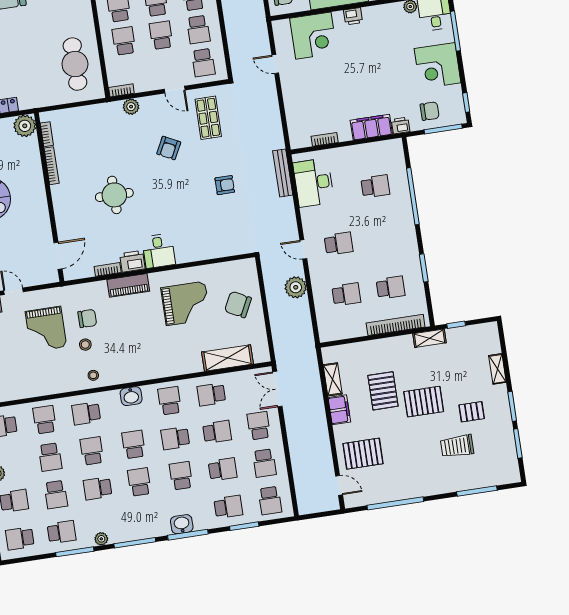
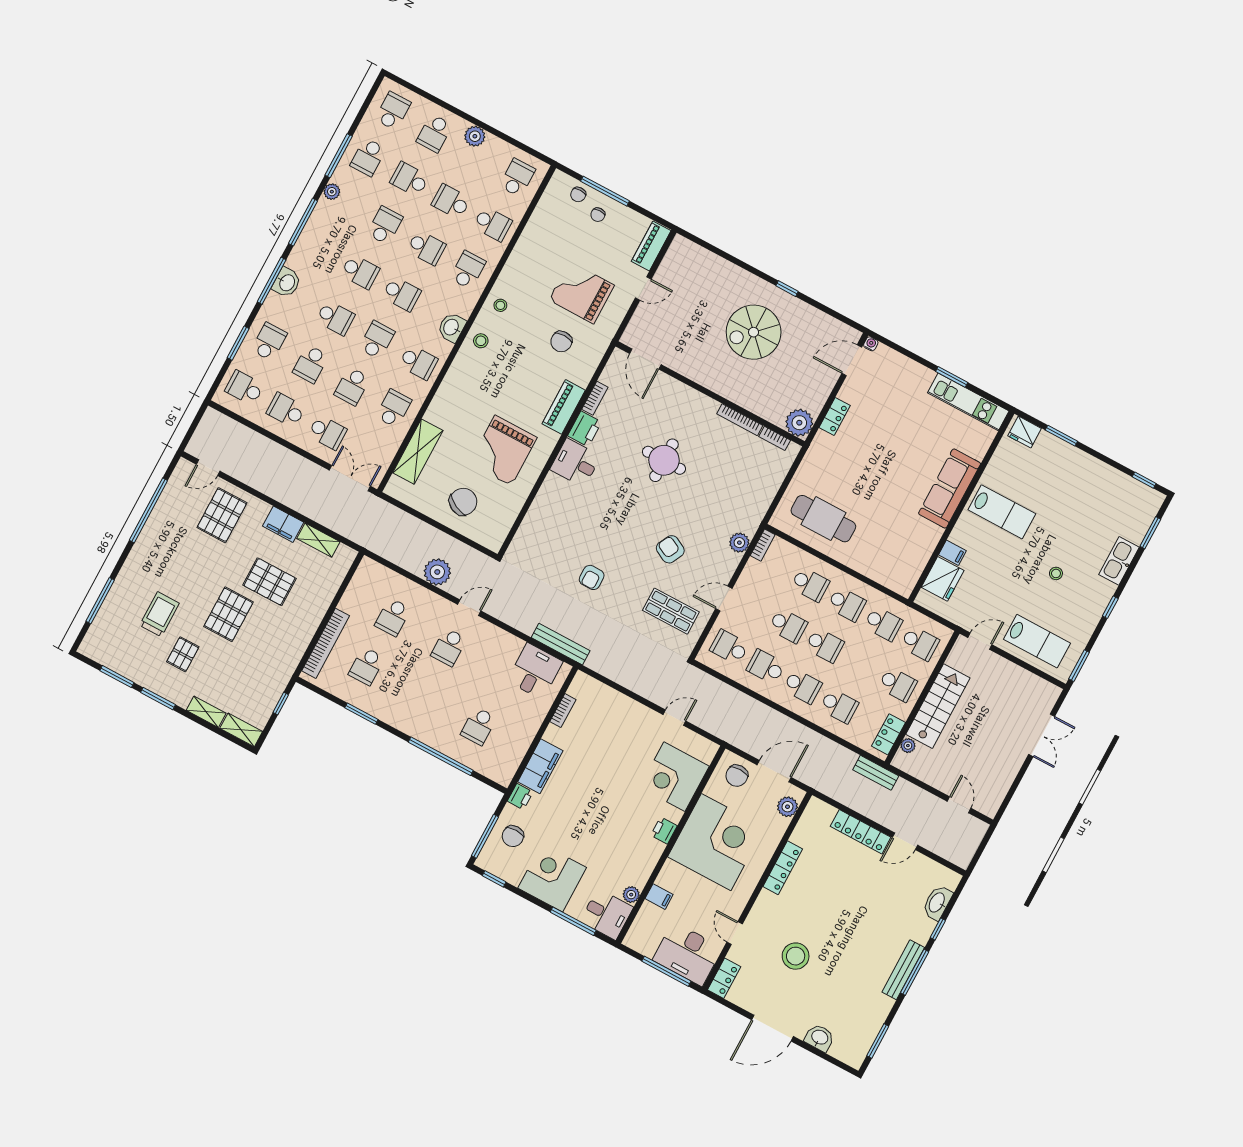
desk: (314, 183) -> (535, 671), width x0.73
shelving: (430, 338) -> (241, 730), moved, turned 90
stool: (85, 345) -> (481, 341), moved
school desk: (228, 507) -> (269, 342), turned 180

